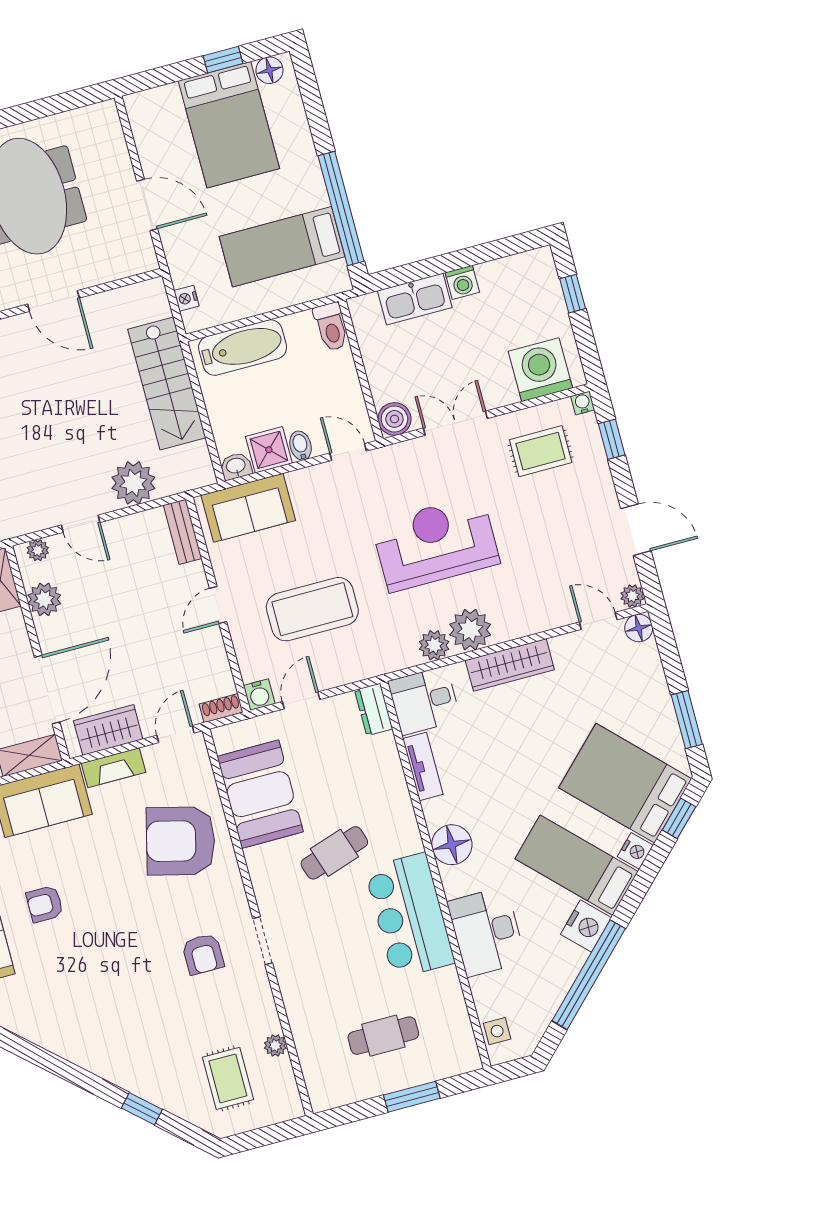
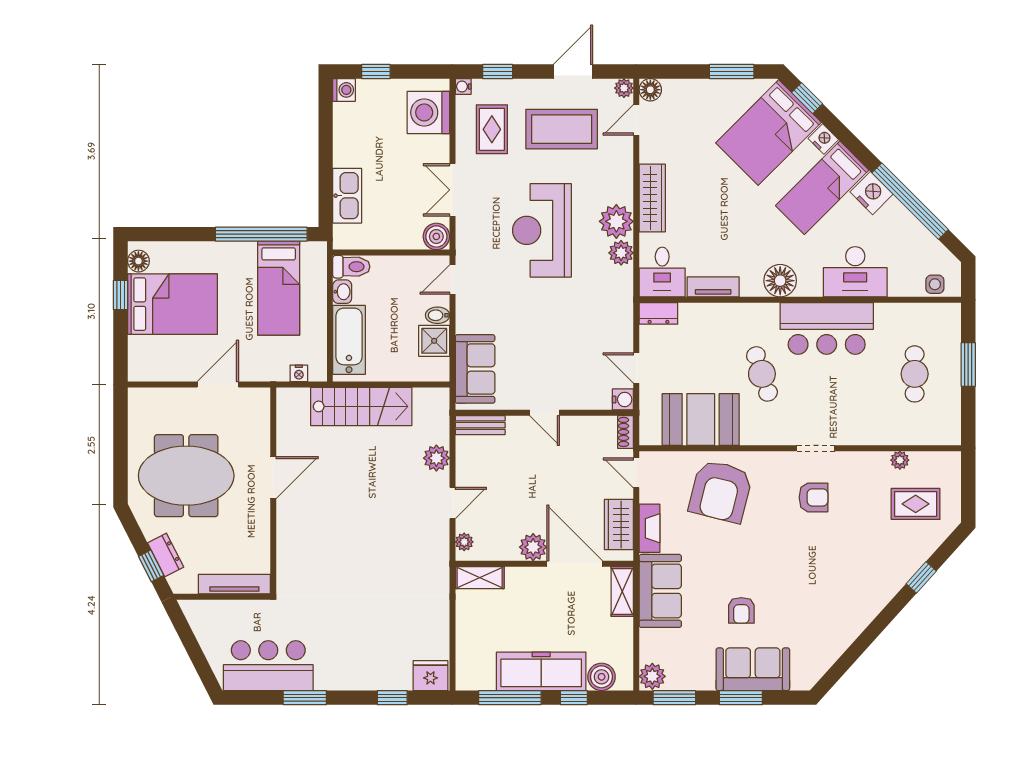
washing machine: (462, 282) -> (344, 90), moved
washbasin: (236, 466) -> (342, 292), moved, turned 180
plant: (133, 483) -> (436, 458), width x0.73, depth x0.73
plant: (44, 599) -> (533, 547), moved
coffee table: (312, 609) -> (562, 129), moved, turned 90

